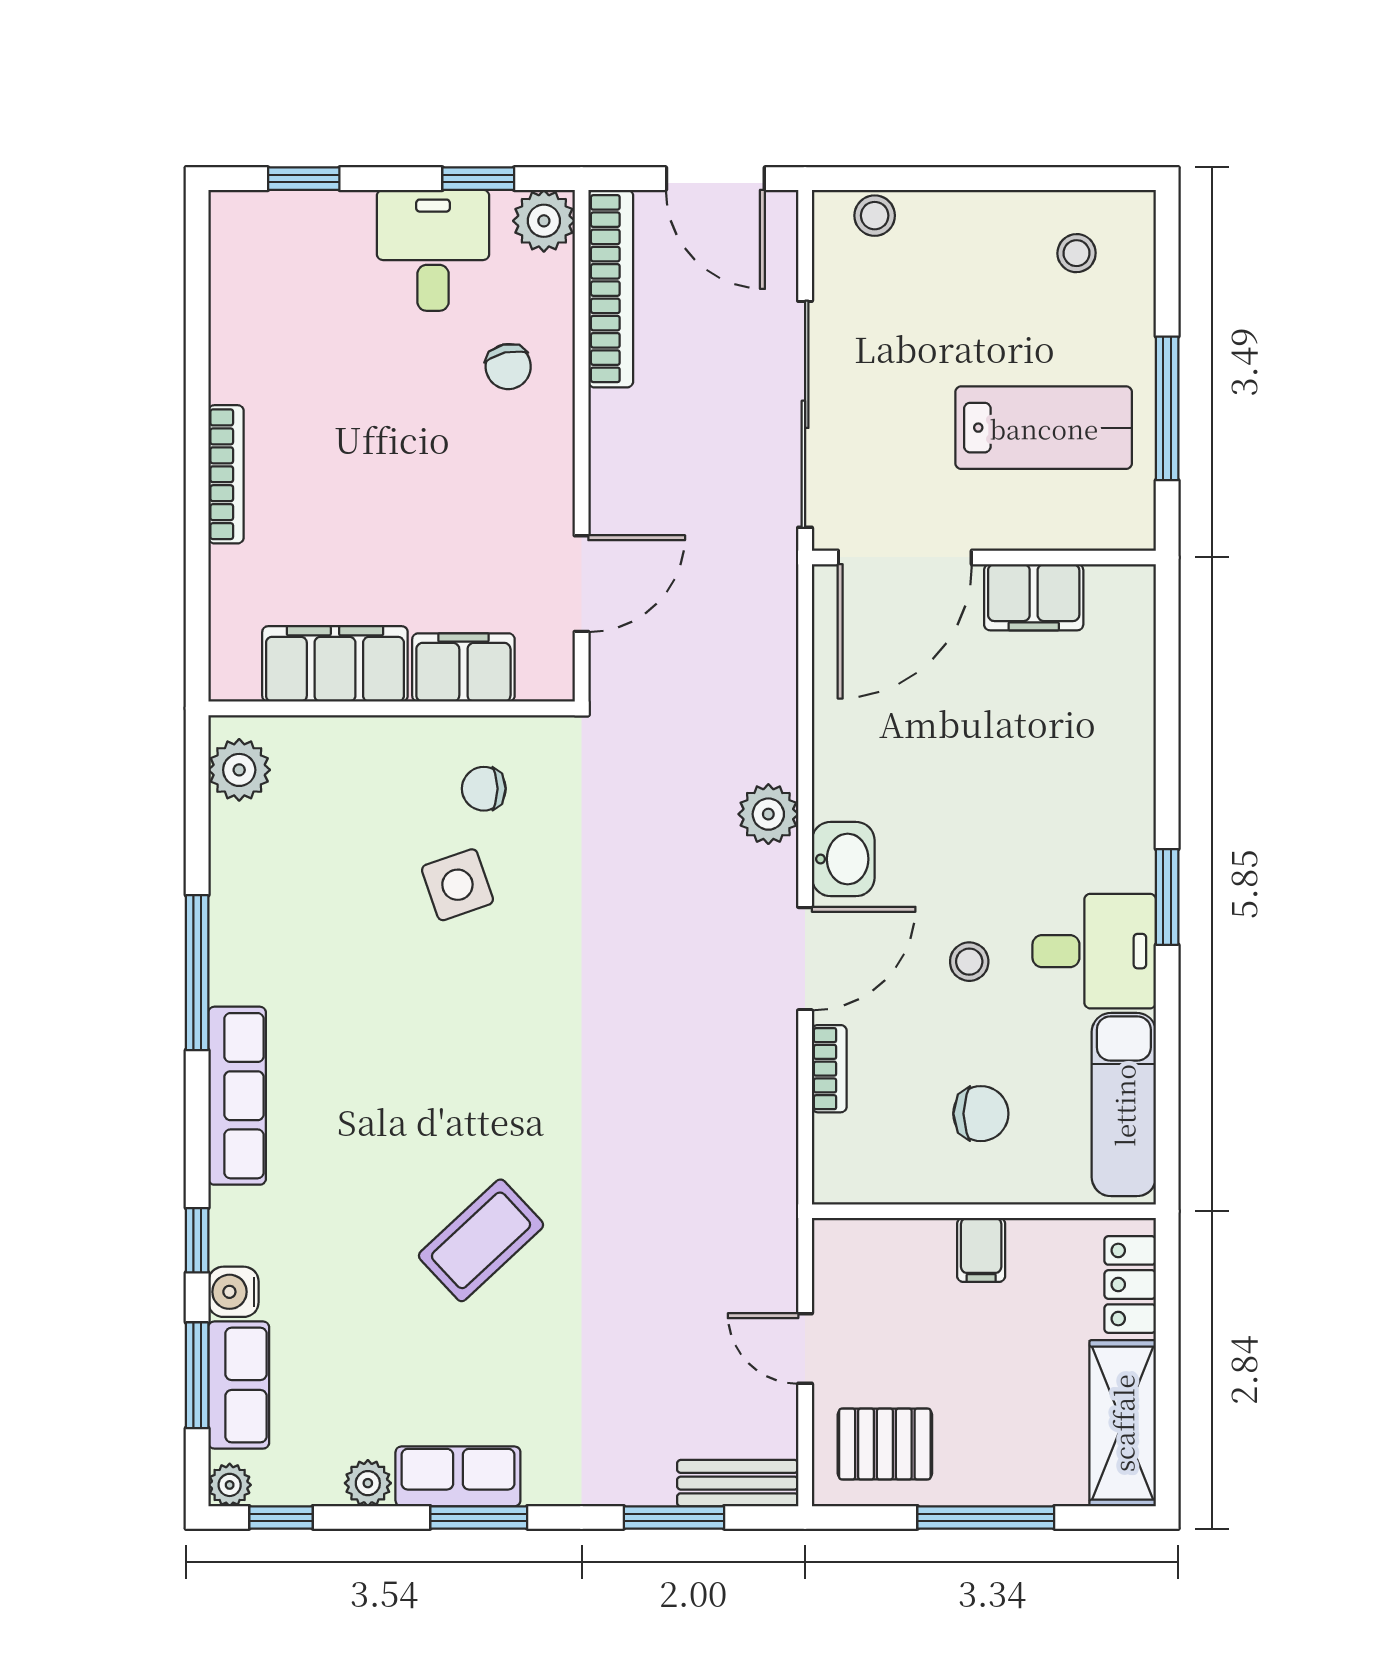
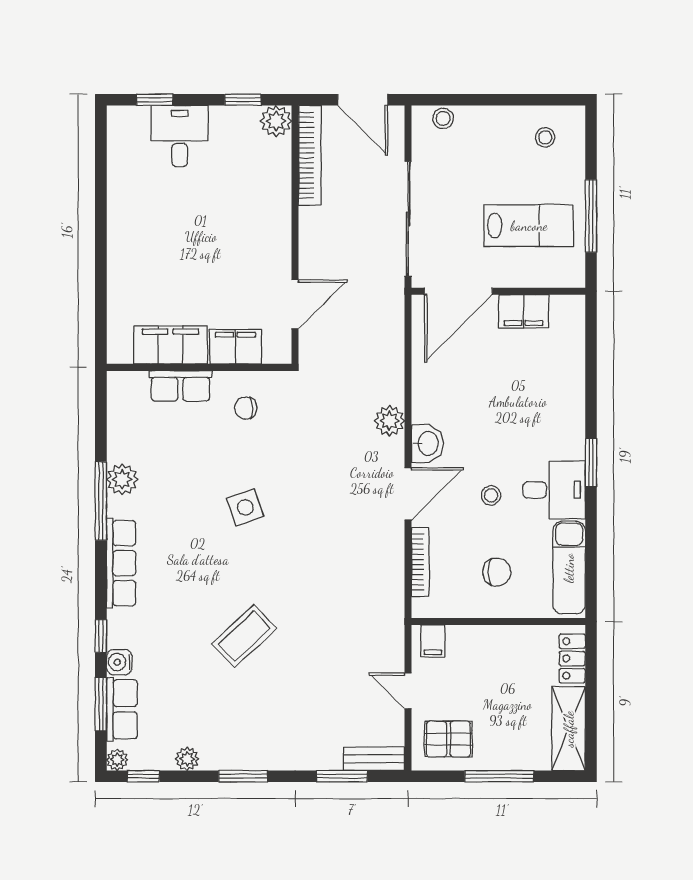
desk: (433, 250) -> (180, 136), moved
chair: (508, 367) -> (258, 195), removed
bookcase: (226, 474) -> (115, 249), removed
plant: (239, 770) -> (122, 479), moved
side table: (457, 885) -> (245, 507), moved
bookcase: (829, 1069) -> (420, 562), width x1.56
filing cabinet: (981, 1250) -> (433, 641), moved
row of seats: (458, 1476) -> (180, 386), moved, turned 180

